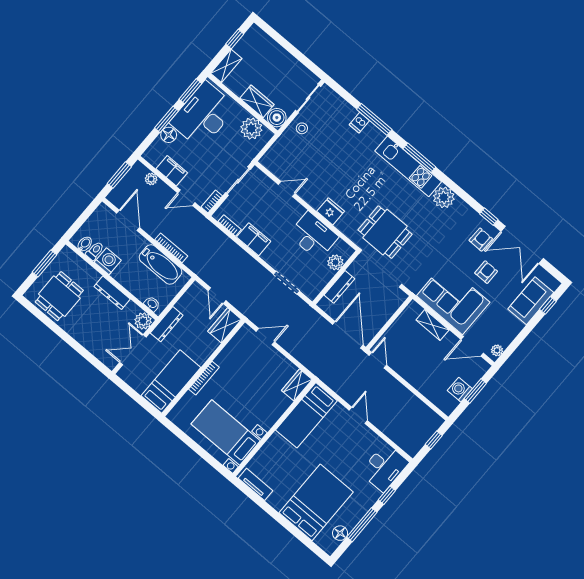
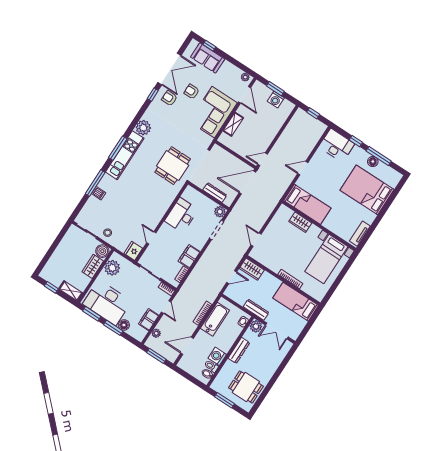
fridge: (331, 211) -> (133, 251), moved
plant: (335, 262) -> (220, 212), moved
wardrobe: (297, 385) -> (300, 222), moved
floor lamp: (340, 533) -> (373, 162), moved

